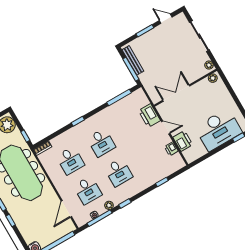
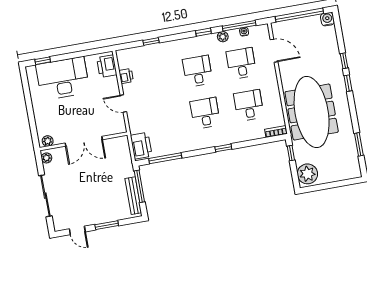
double door: (176, 93) -> (84, 141), moved
printer: (149, 116) -> (141, 146), moved
printer: (183, 141) -> (107, 66), moved
door: (66, 209) -> (274, 51), hinge flipped

